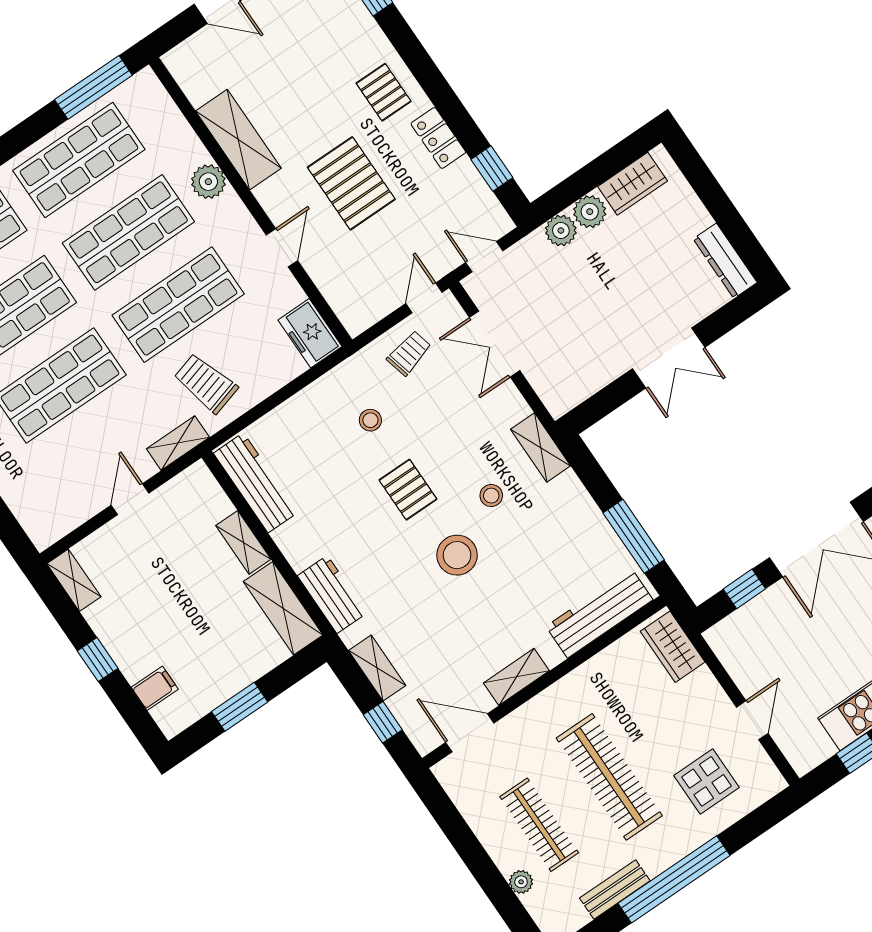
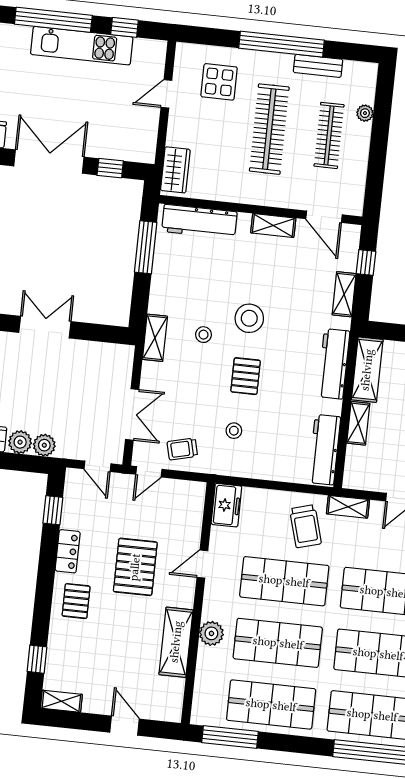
workbench: (332, 594) -> (334, 364), width x1.38

